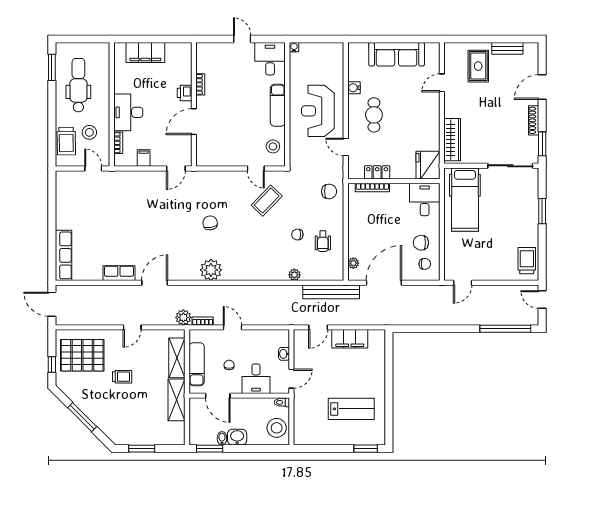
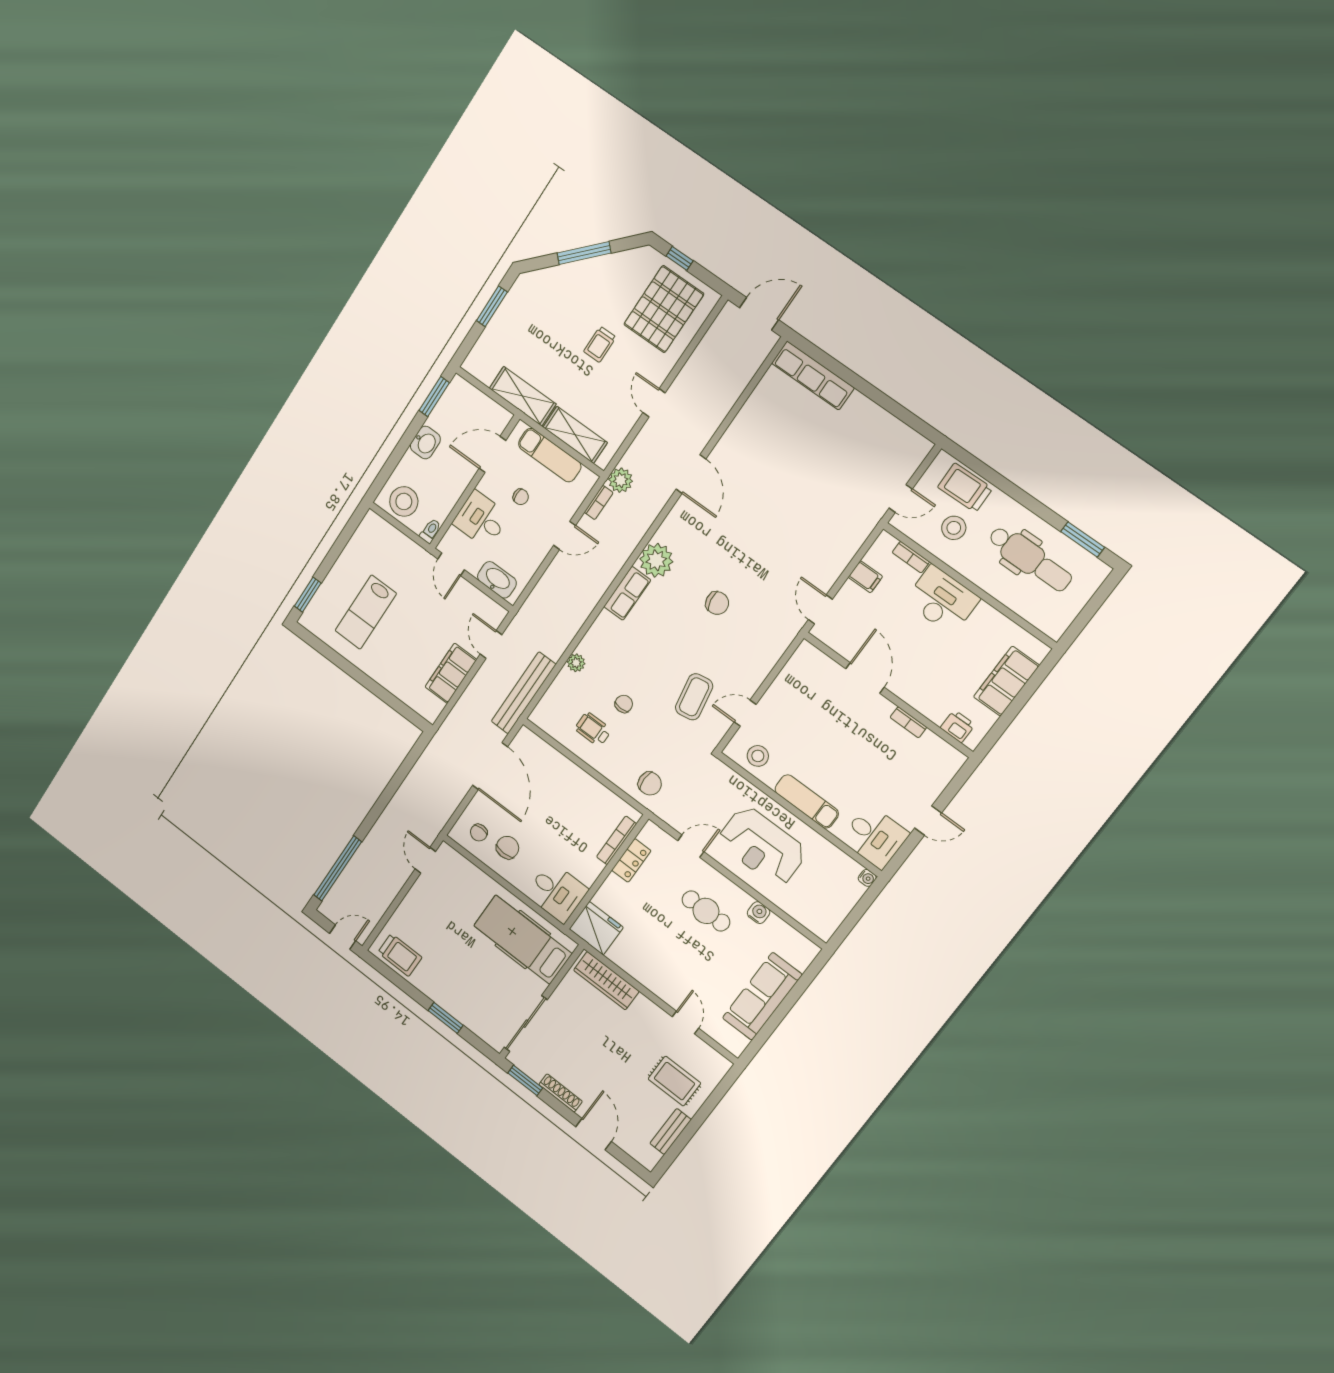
printer: (185, 93) -> (958, 726), moved
reception desk: (318, 111) -> (762, 846), turned 180
chair: (329, 191) -> (650, 784), turned -90
coffee table: (267, 201) -> (694, 697), turned 36
plant: (353, 263) -> (540, 747), removed
row of seats: (119, 273) -> (627, 593), moved
washbasin: (284, 354) -> (497, 580), width x1.91, depth x1.45
bidet: (222, 438) -> (437, 422), removed

